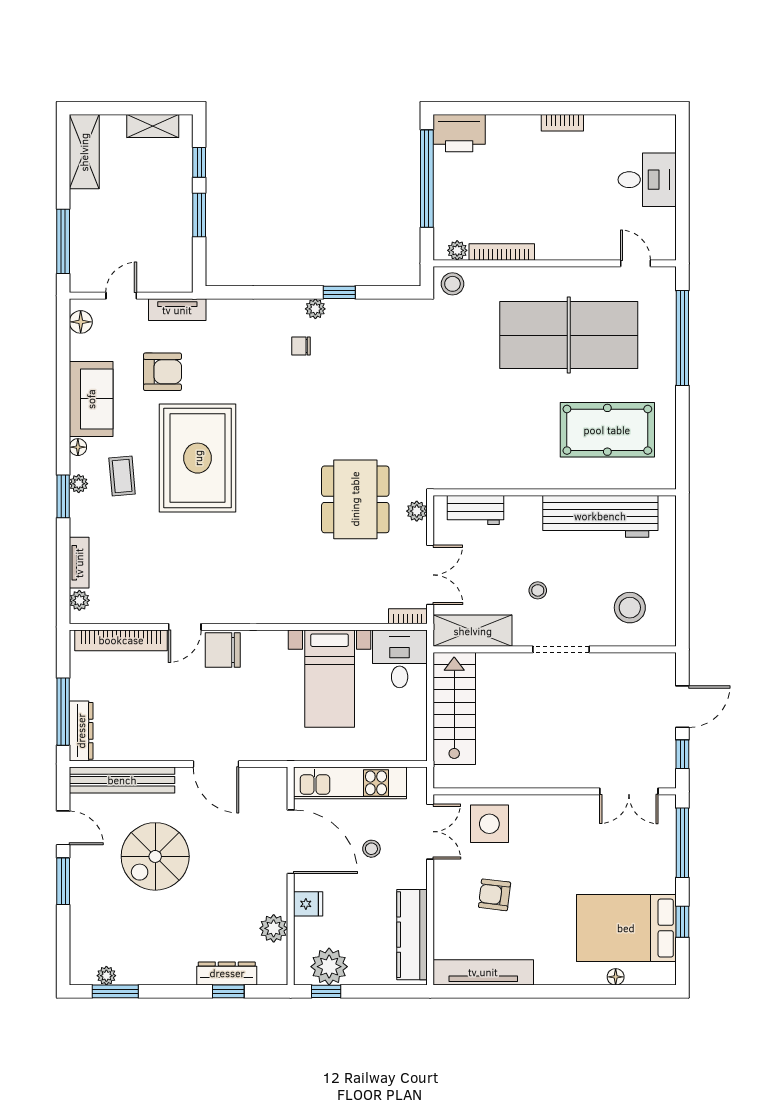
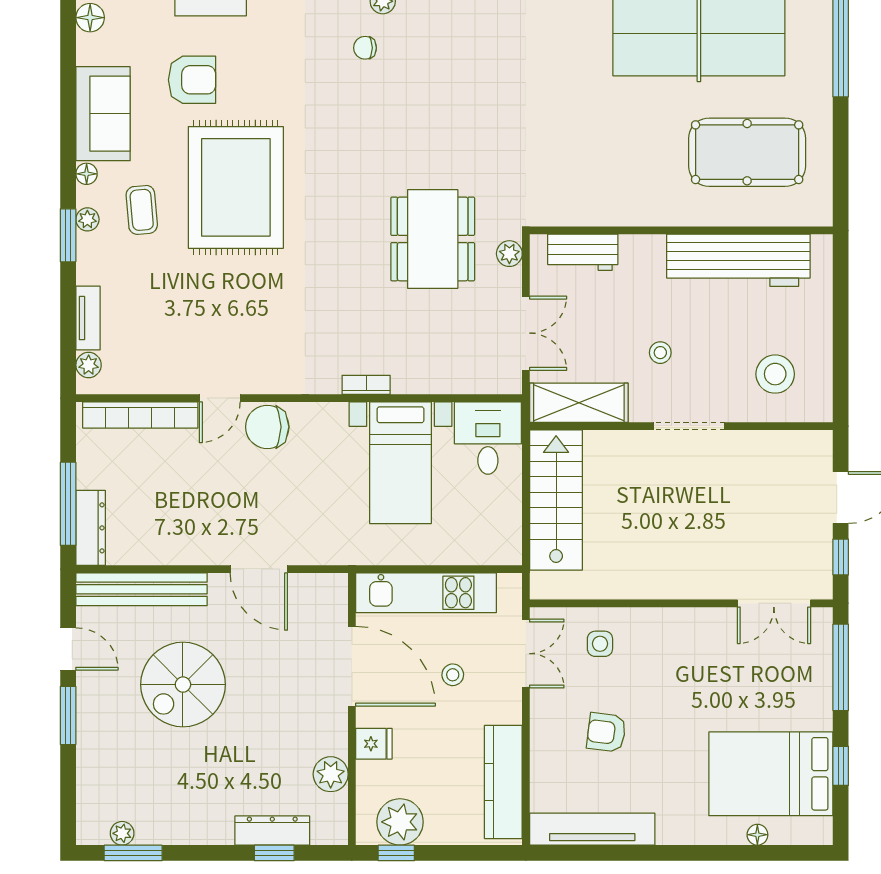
bookcase: (408, 616) -> (366, 385), moved
side table: (489, 824) -> (600, 644), width x0.54, depth x0.54

